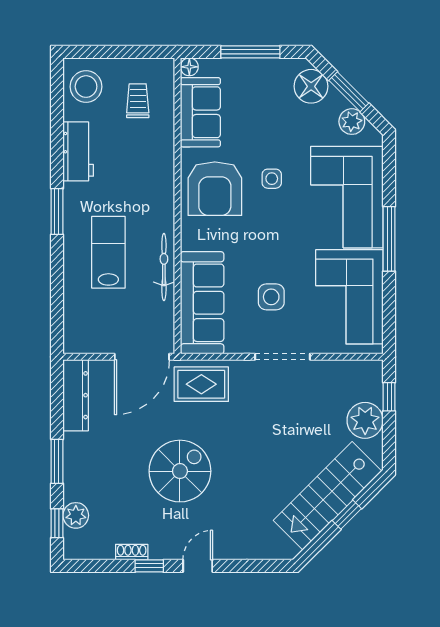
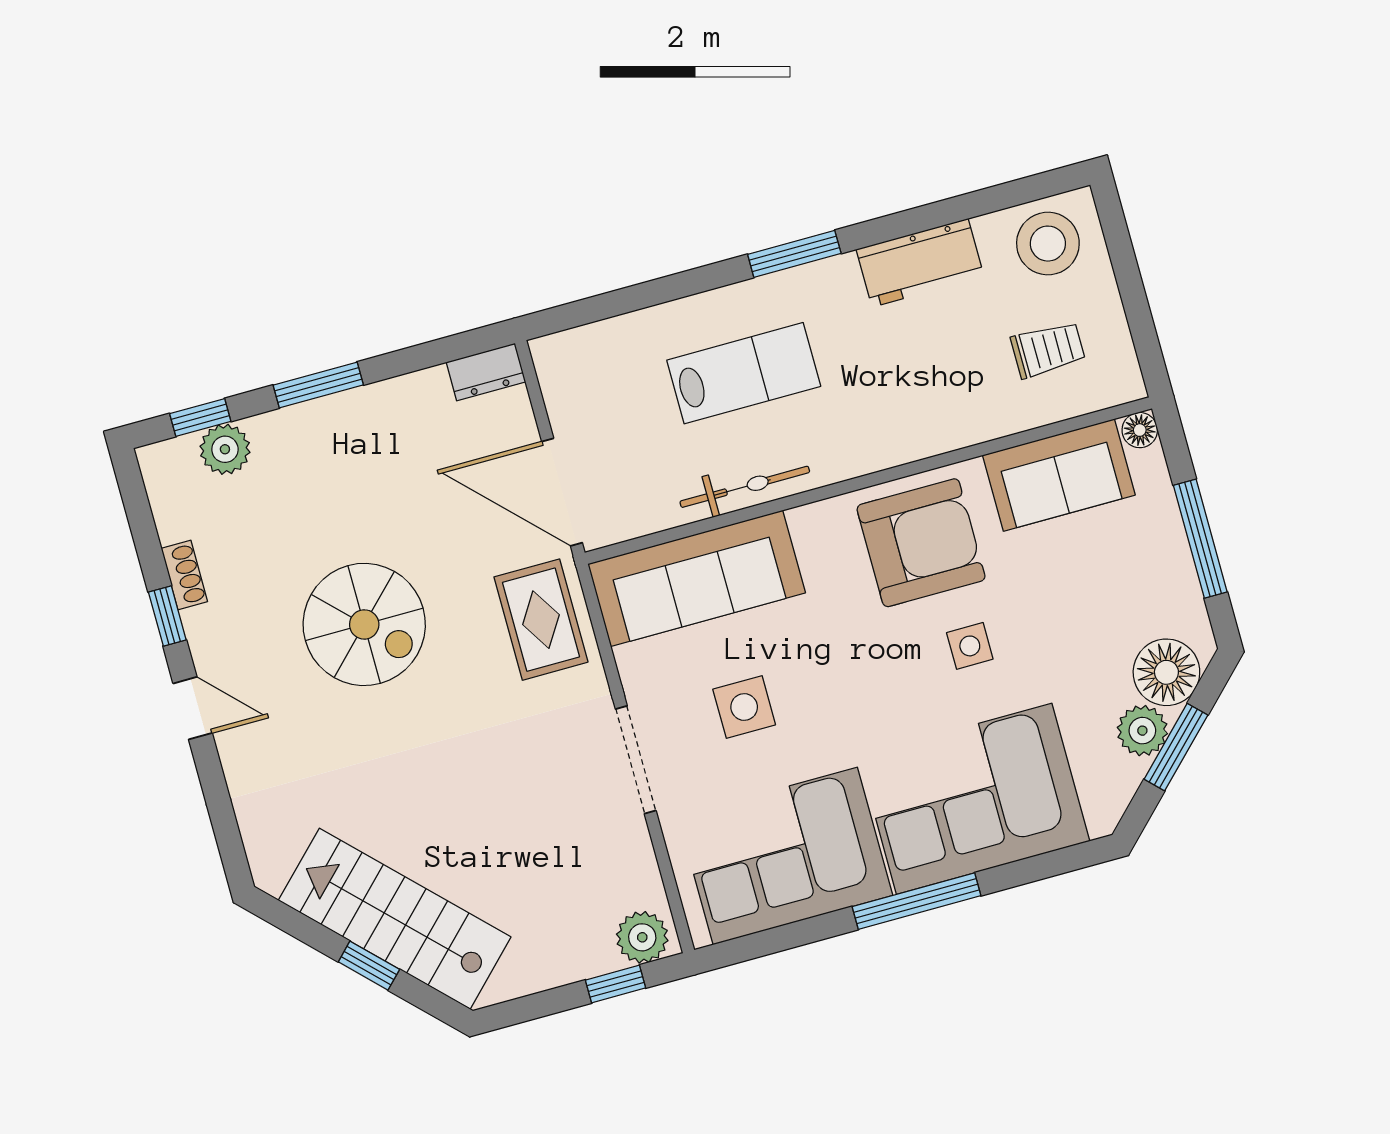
plant: (352, 122) -> (1142, 731), moved
armchair: (215, 189) -> (921, 543), turned 180
dresser: (76, 395) -> (486, 372), width x0.51, depth x0.80
plant: (365, 420) -> (642, 937), moved, width x0.73, depth x0.73

